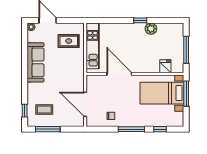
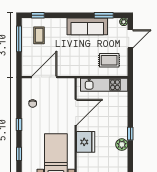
rug: (69, 41) -> (109, 60), turned 90
window: (25, 46) -> (104, 15), added
fridge: (165, 66) -> (86, 142), moved, width x1.88, depth x1.34
window: (131, 129) -> (19, 124), width x0.46

